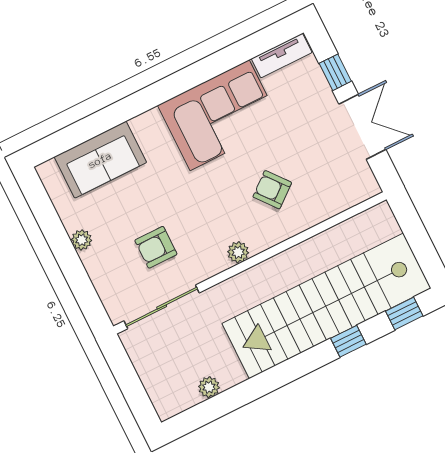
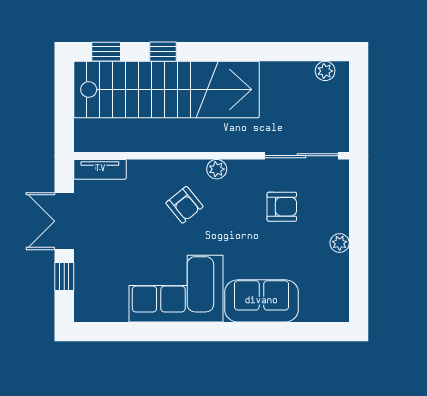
tv unit: (282, 56) -> (100, 169), moved, turned 180
sofa: (100, 160) -> (261, 301), moved
armchair: (272, 190) -> (184, 205), moved
plant: (209, 387) -> (325, 71), moved

